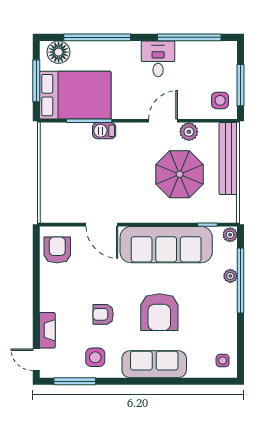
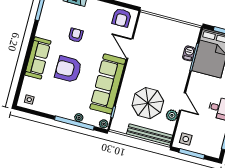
barbecue: (104, 131) -> (189, 53), moved
door: (102, 225) -> (130, 49), hinge flipped
armchair: (57, 250) -> (122, 18), turned 90
side table: (95, 357) -> (51, 24), removed

